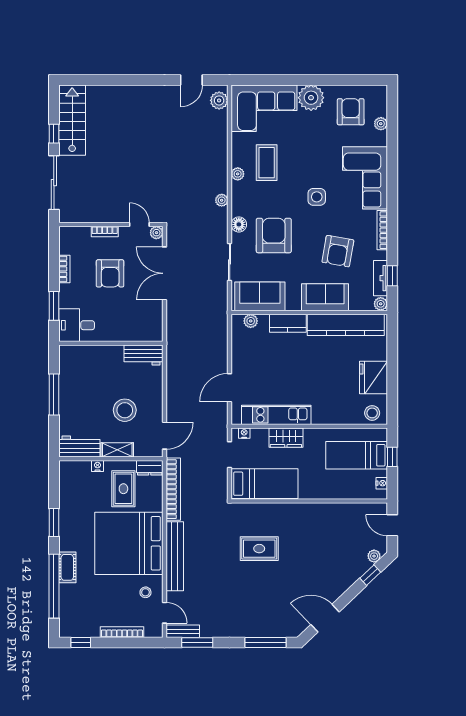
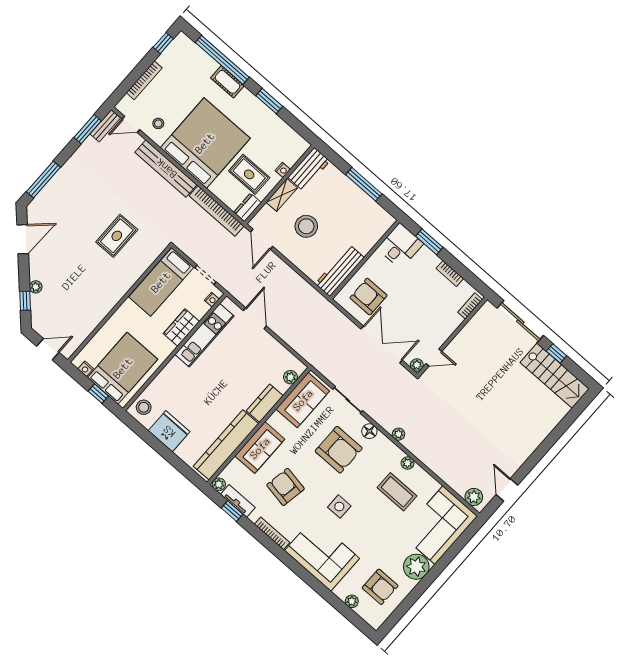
bookcase: (105, 232) -> (470, 306), moved
armchair: (110, 273) -> (369, 297), moved
workbench: (143, 355) -> (340, 271), width x1.38
bed: (357, 455) -> (123, 368), width x1.50
plant: (374, 556) -> (36, 287), moved

